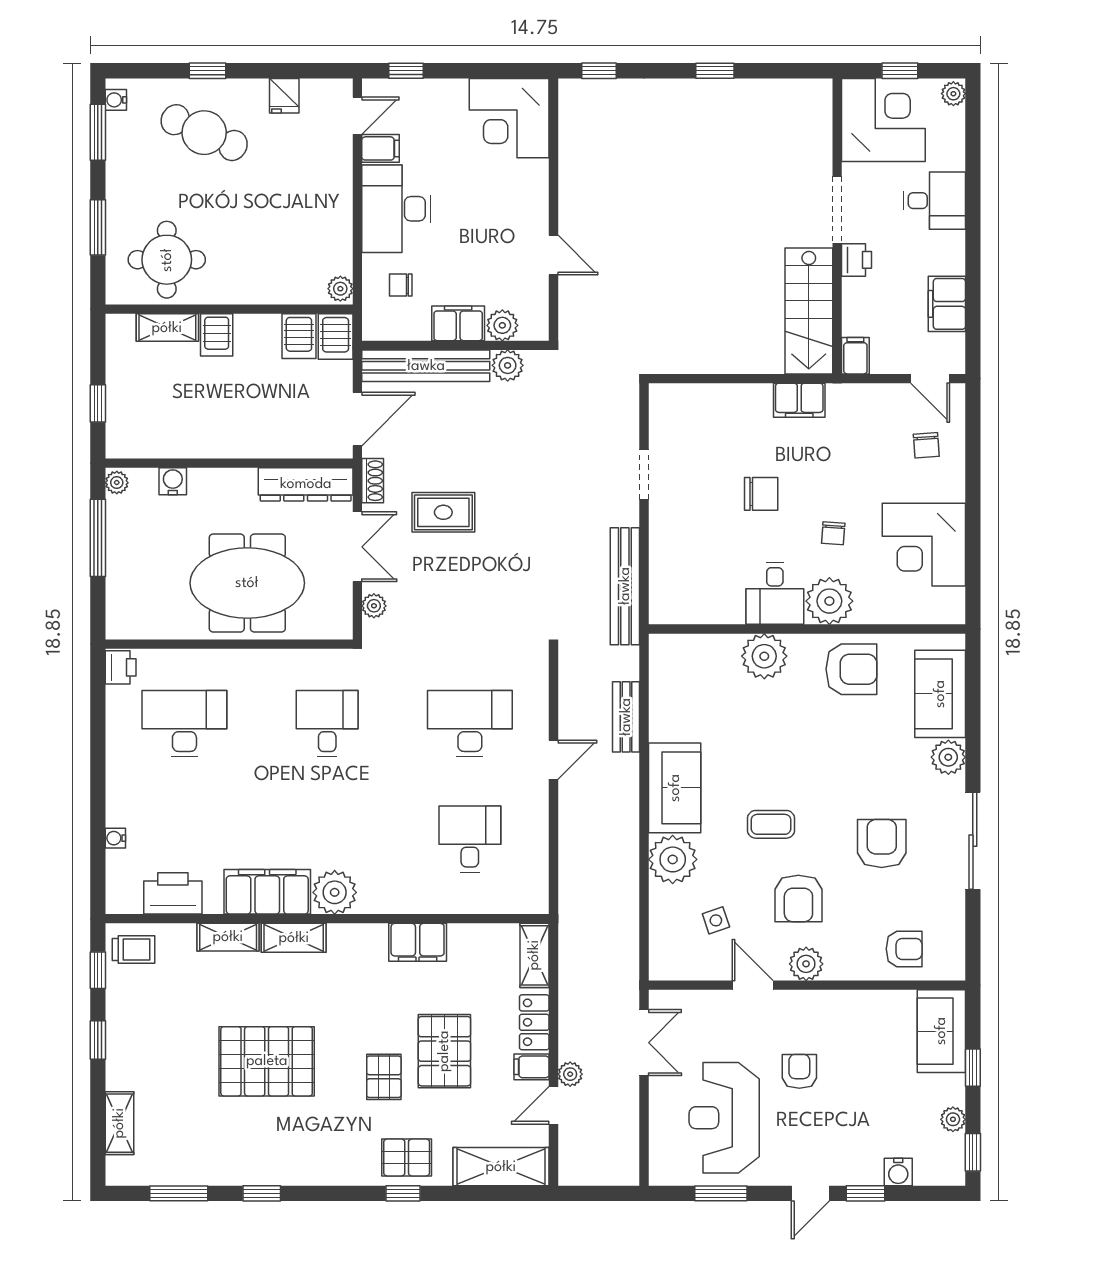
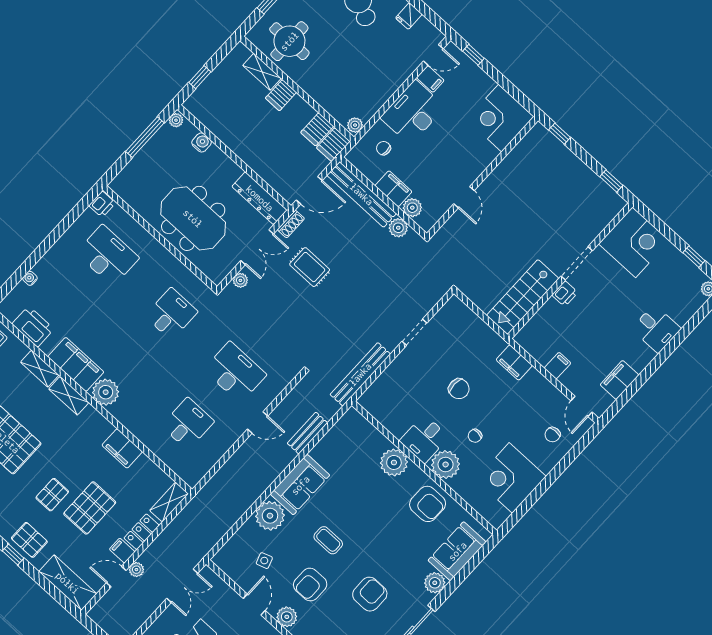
corner desk: (883, 120) -> (634, 242), moved
doorway: (837, 210) -> (577, 263), moved
wall: (837, 226) -> (570, 271), moved
printer: (857, 260) -> (565, 294), moved
stairs: (809, 311) -> (523, 297), moved

